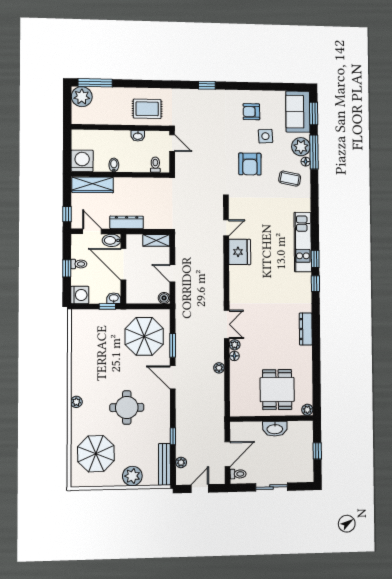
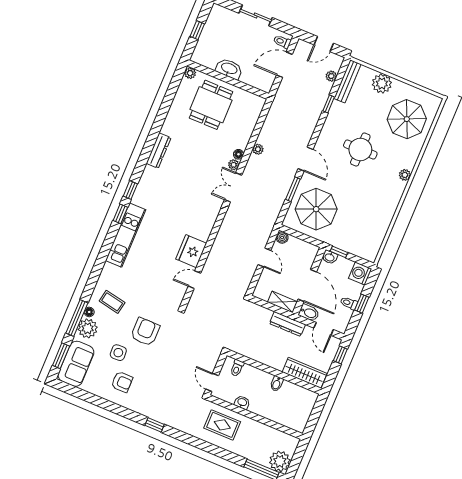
washing machine: (82, 161) -> (305, 400), removed
shelving: (156, 240) -> (282, 302), moved

